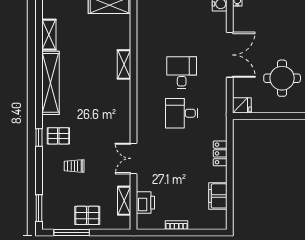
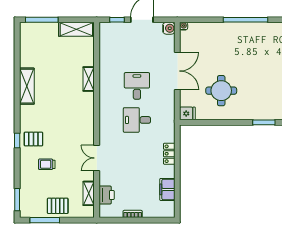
shelving: (49, 35) -> (25, 54), removed
shelving: (51, 83) -> (27, 86), width x0.68

